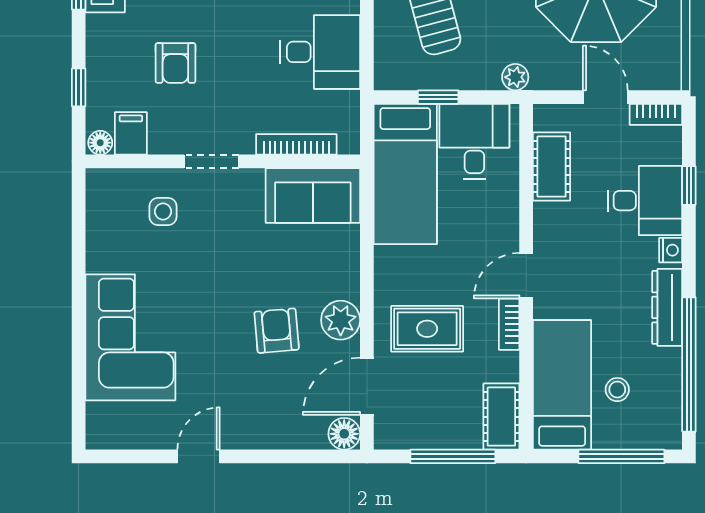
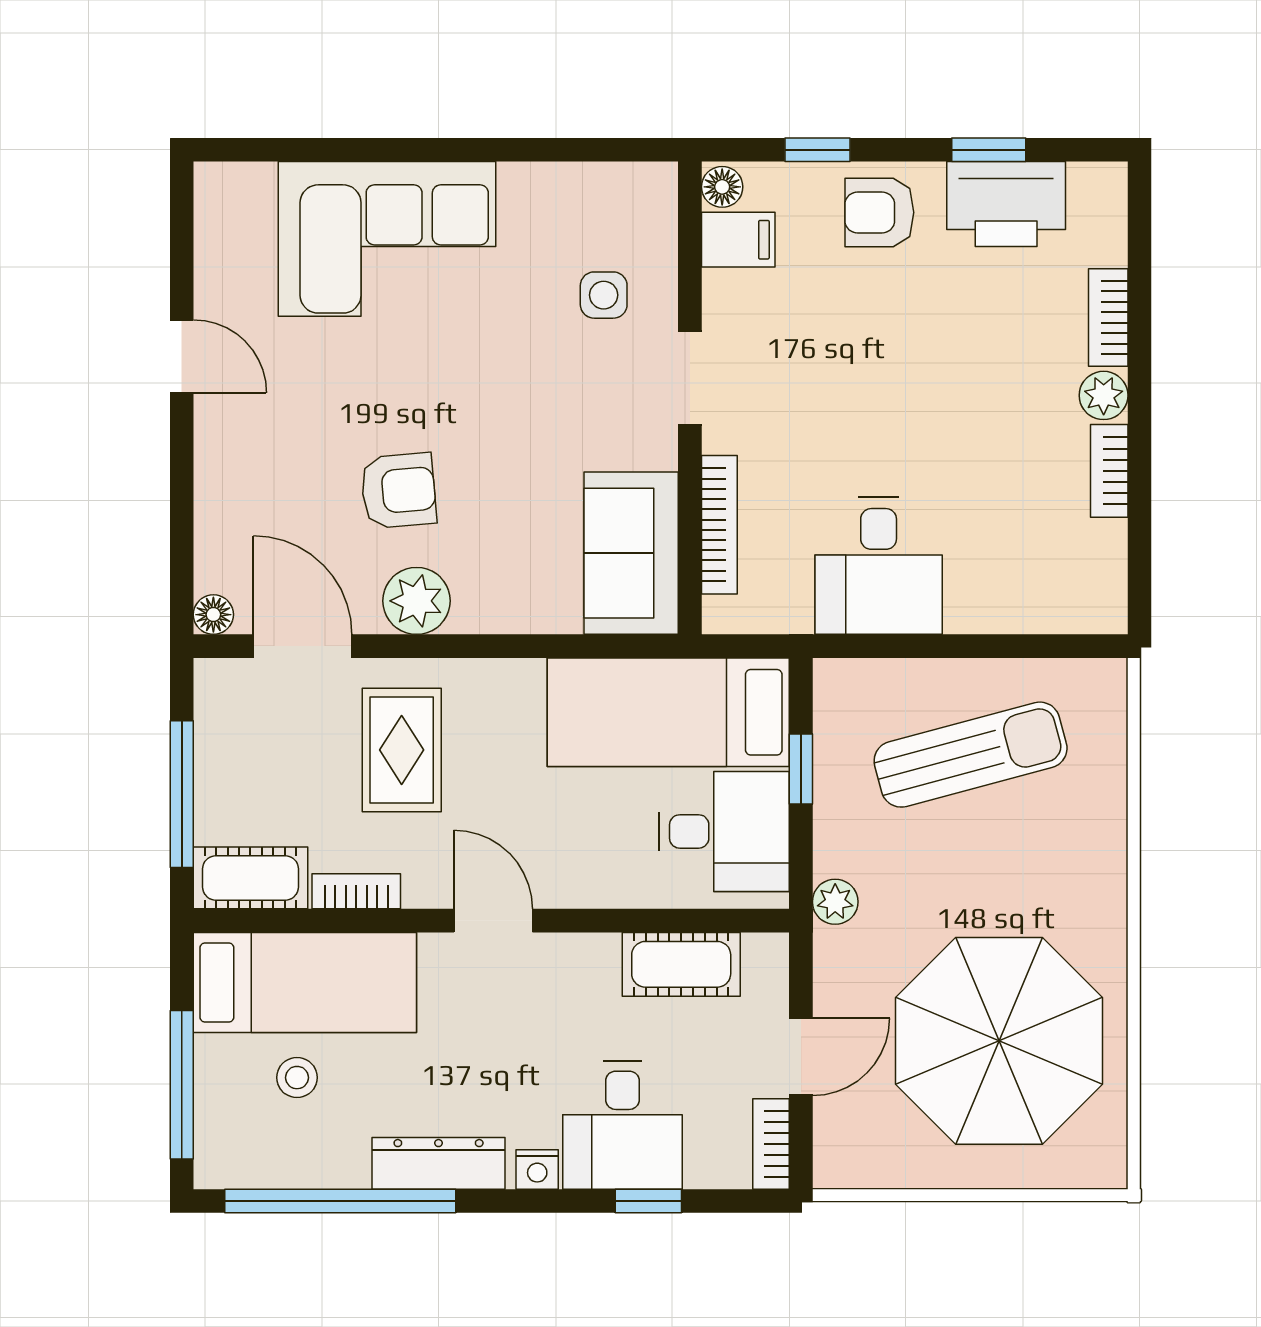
armchair: (175, 63) -> (879, 212), moved
bookcase: (509, 324) -> (356, 891), moved
floor lamp: (344, 434) -> (213, 615), width x0.73, depth x0.73

